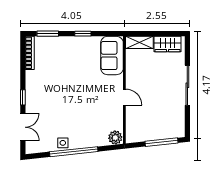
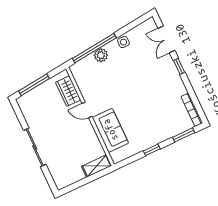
wardrobe: (168, 44) -> (68, 91), moved, turned -90
sofa: (112, 56) -> (110, 130), moved
plant: (115, 138) -> (101, 55), moved
window: (74, 152) -> (94, 48), moved

